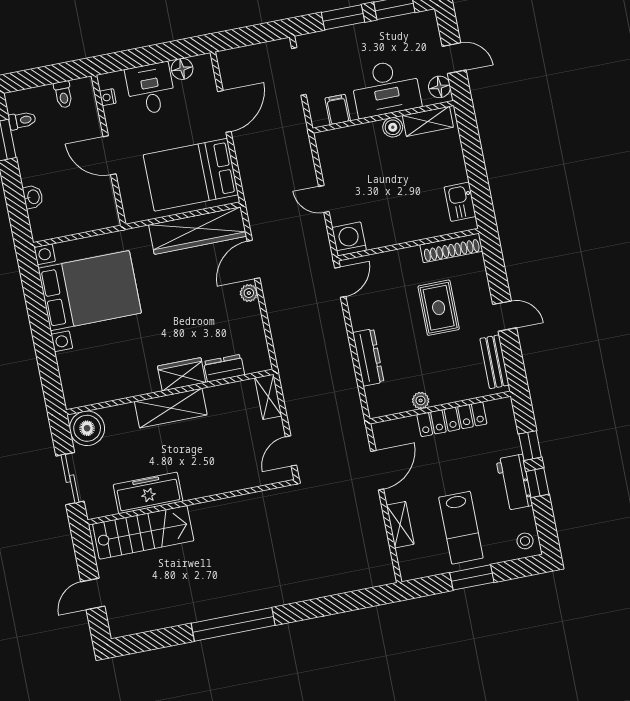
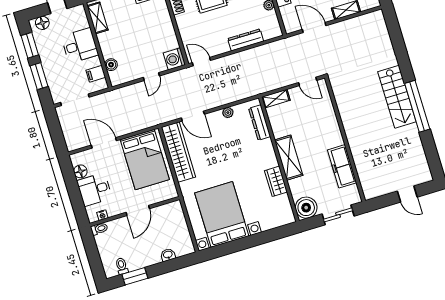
floor lamp: (440, 87) -> (42, 23), moved
desk: (386, 88) -> (80, 46), width x0.73
toilet: (63, 95) -> (99, 229), moved
boiler: (393, 127) -> (111, 65), moved
plant: (249, 293) -> (228, 113), moved
dresser: (224, 368) -> (260, 123), width x1.44
wardrobe: (182, 374) -> (276, 181), moved
stairs: (143, 532) -> (397, 97), moved, turned 180

